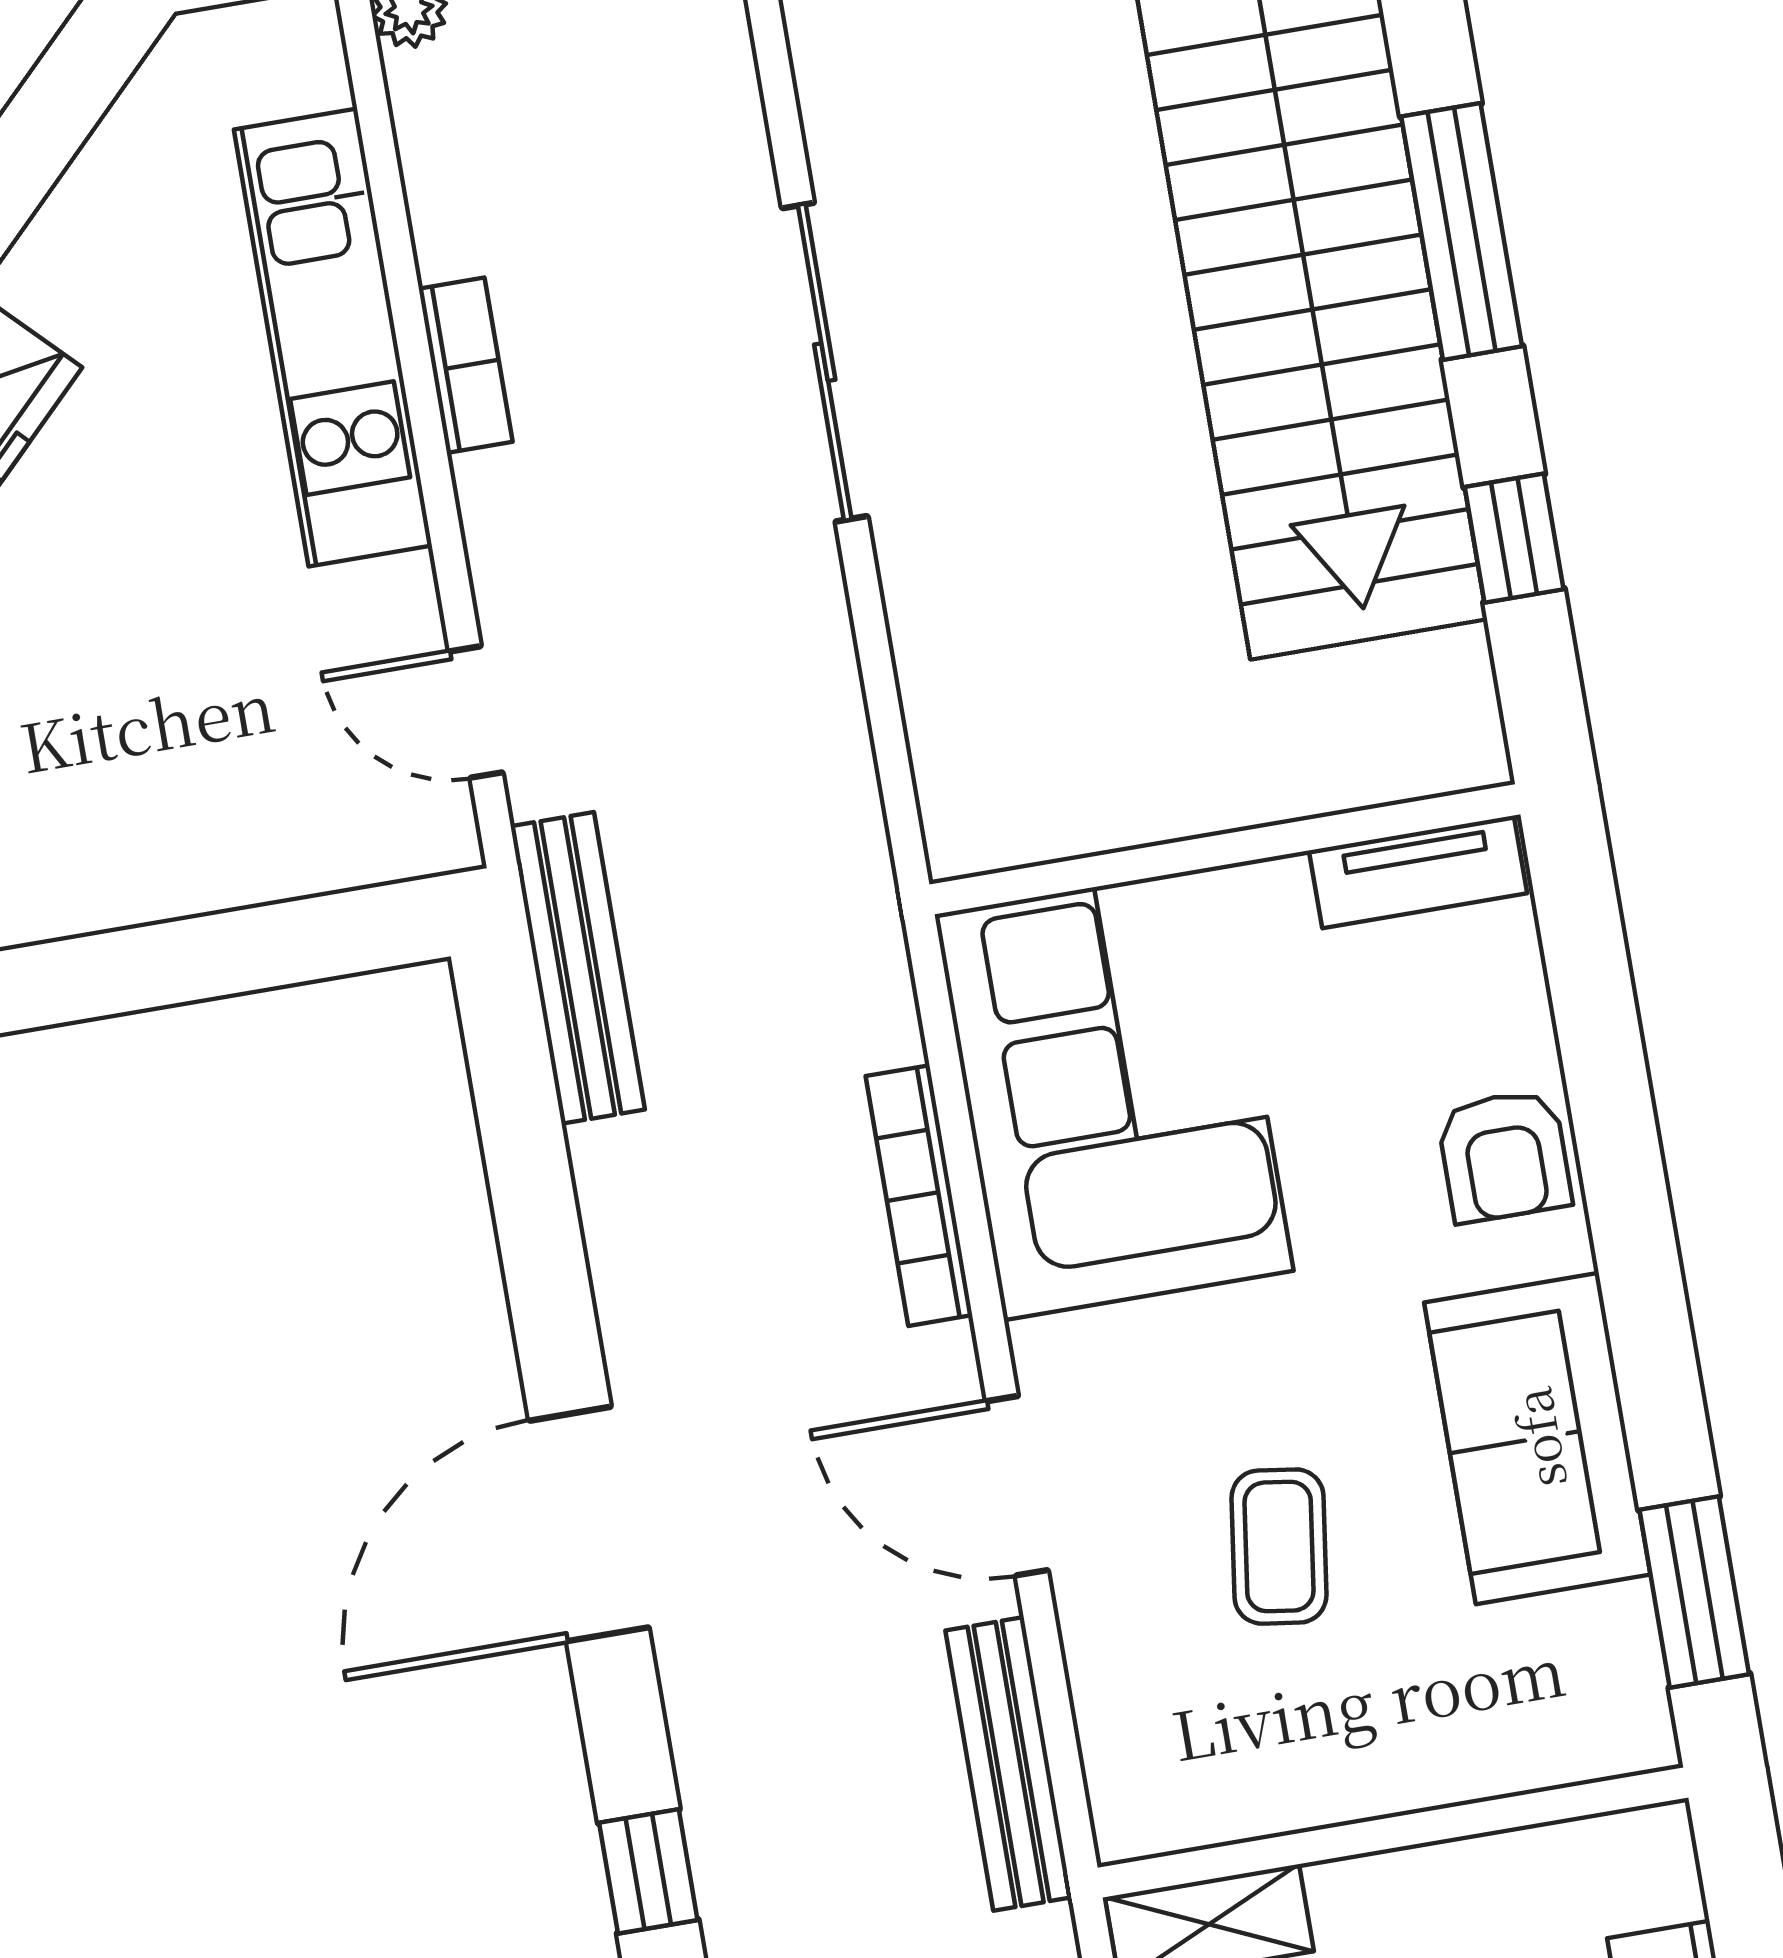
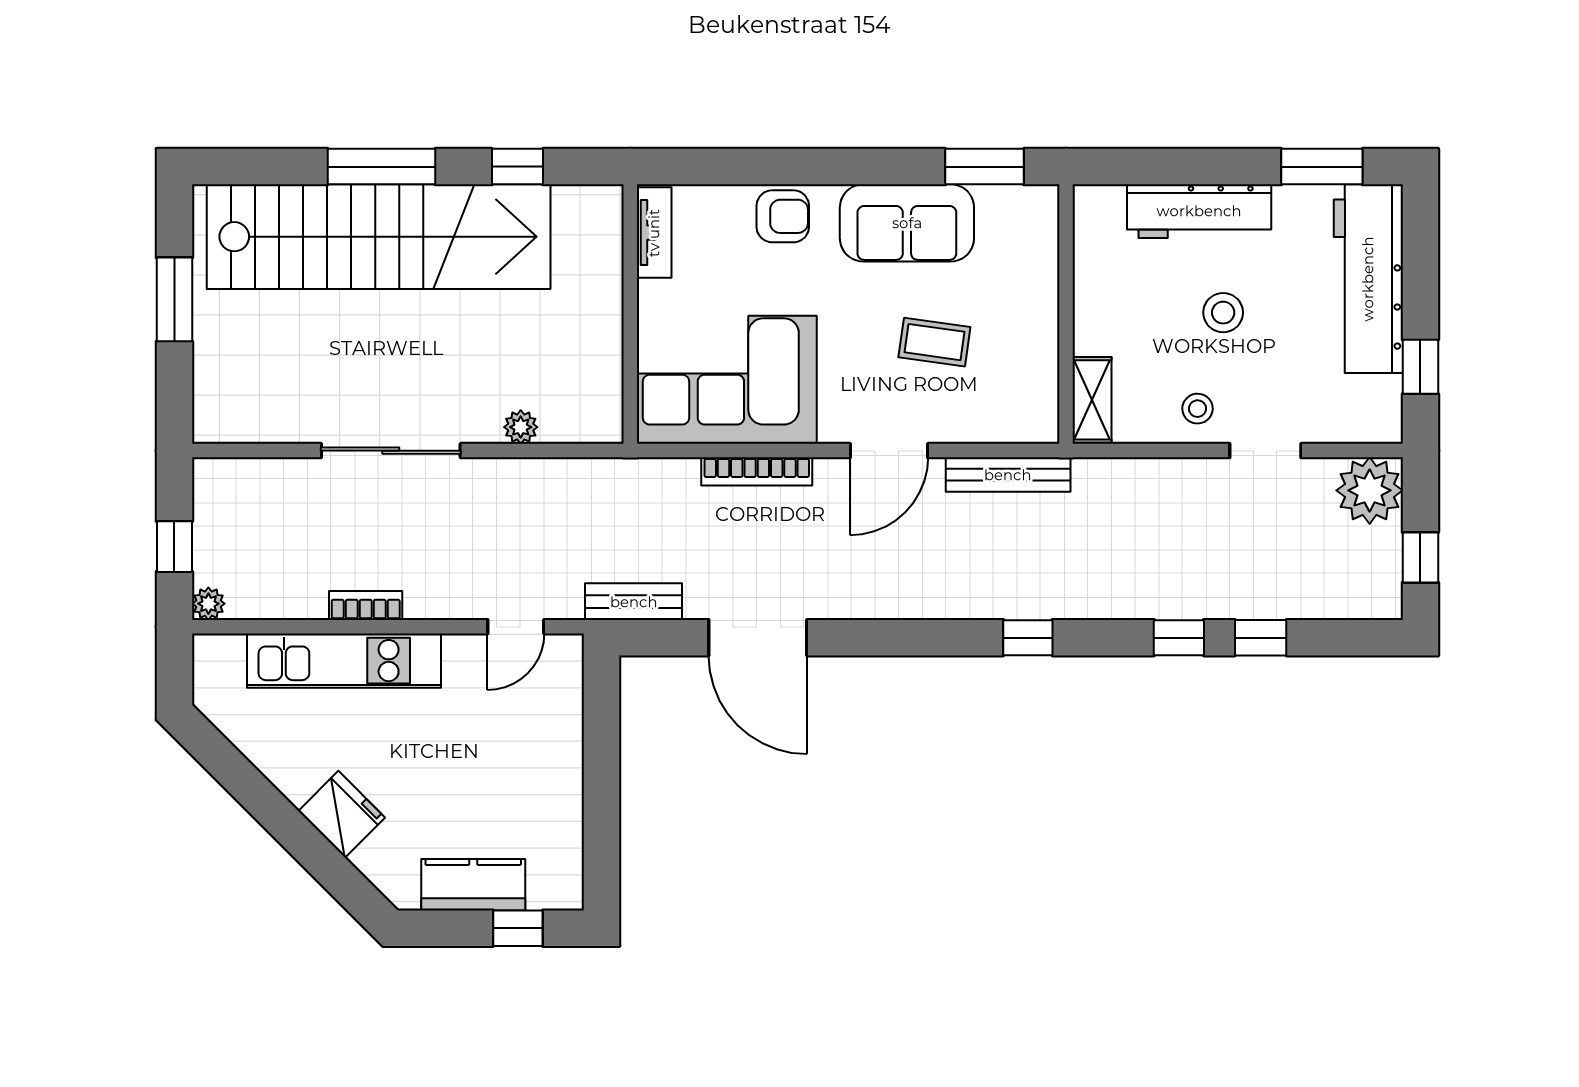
plant: (928, 646) -> (521, 427), added
bench: (578, 968) -> (634, 602), width x0.73
door: (589, 1524) -> (758, 638), moved

